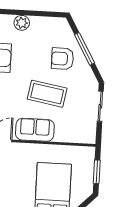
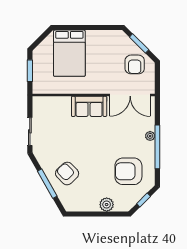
armchair: (63, 59) -> (67, 173), turned -134
coffee table: (47, 94) -> (80, 140), removed

